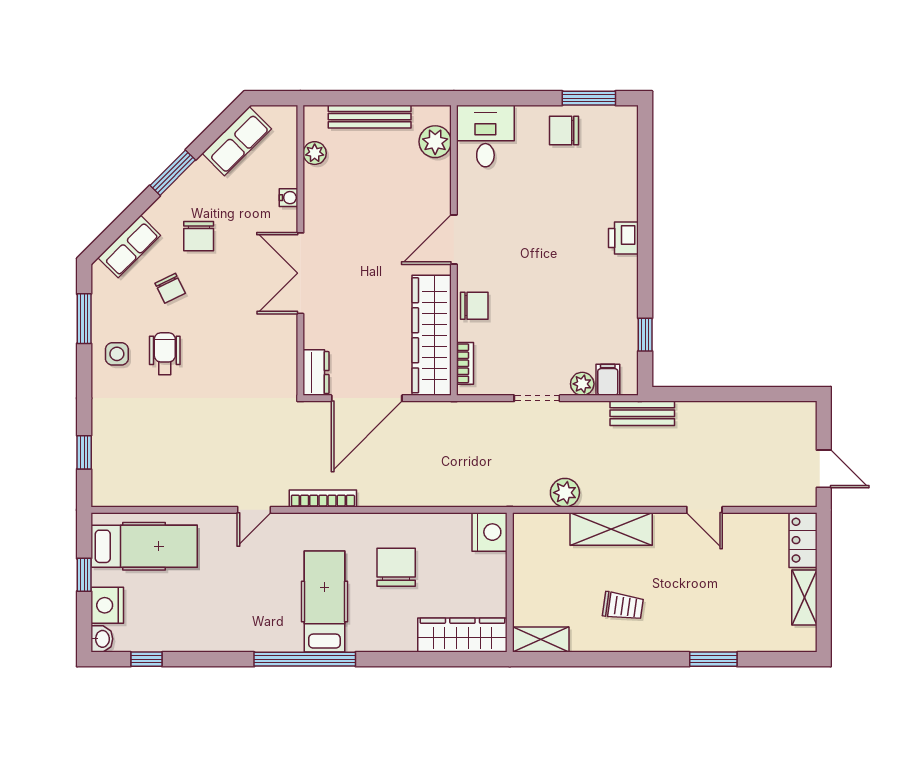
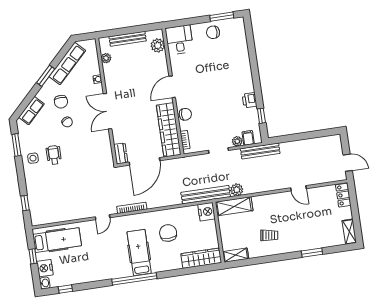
row of seats: (237, 141) -> (67, 63), width x1.48
printer: (623, 238) -> (249, 100), moved
chair: (170, 288) -> (67, 122), moved
bench: (642, 413) -> (260, 151), width x1.36
bench: (493, 493) -> (206, 195), added
shelving: (611, 529) -> (234, 206), moved
shelving: (804, 597) -> (349, 232), moved

